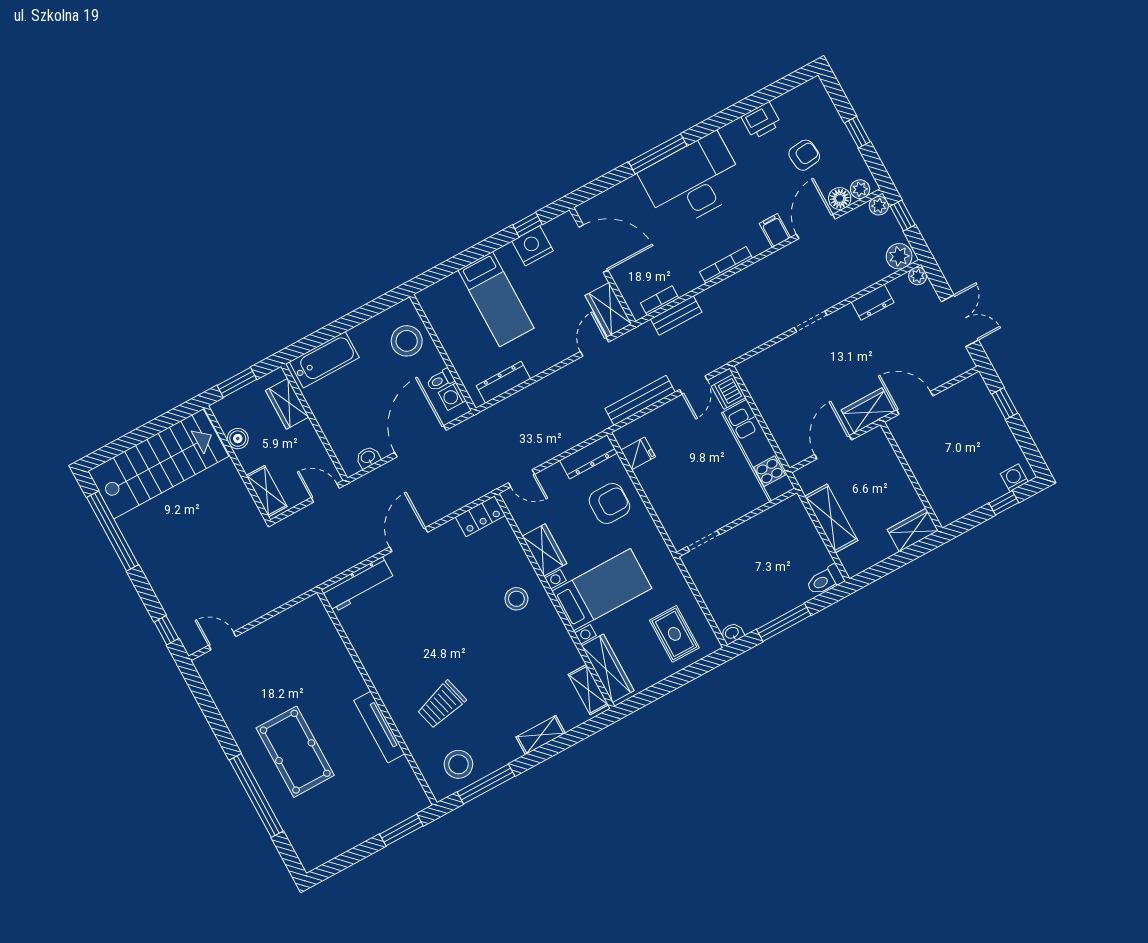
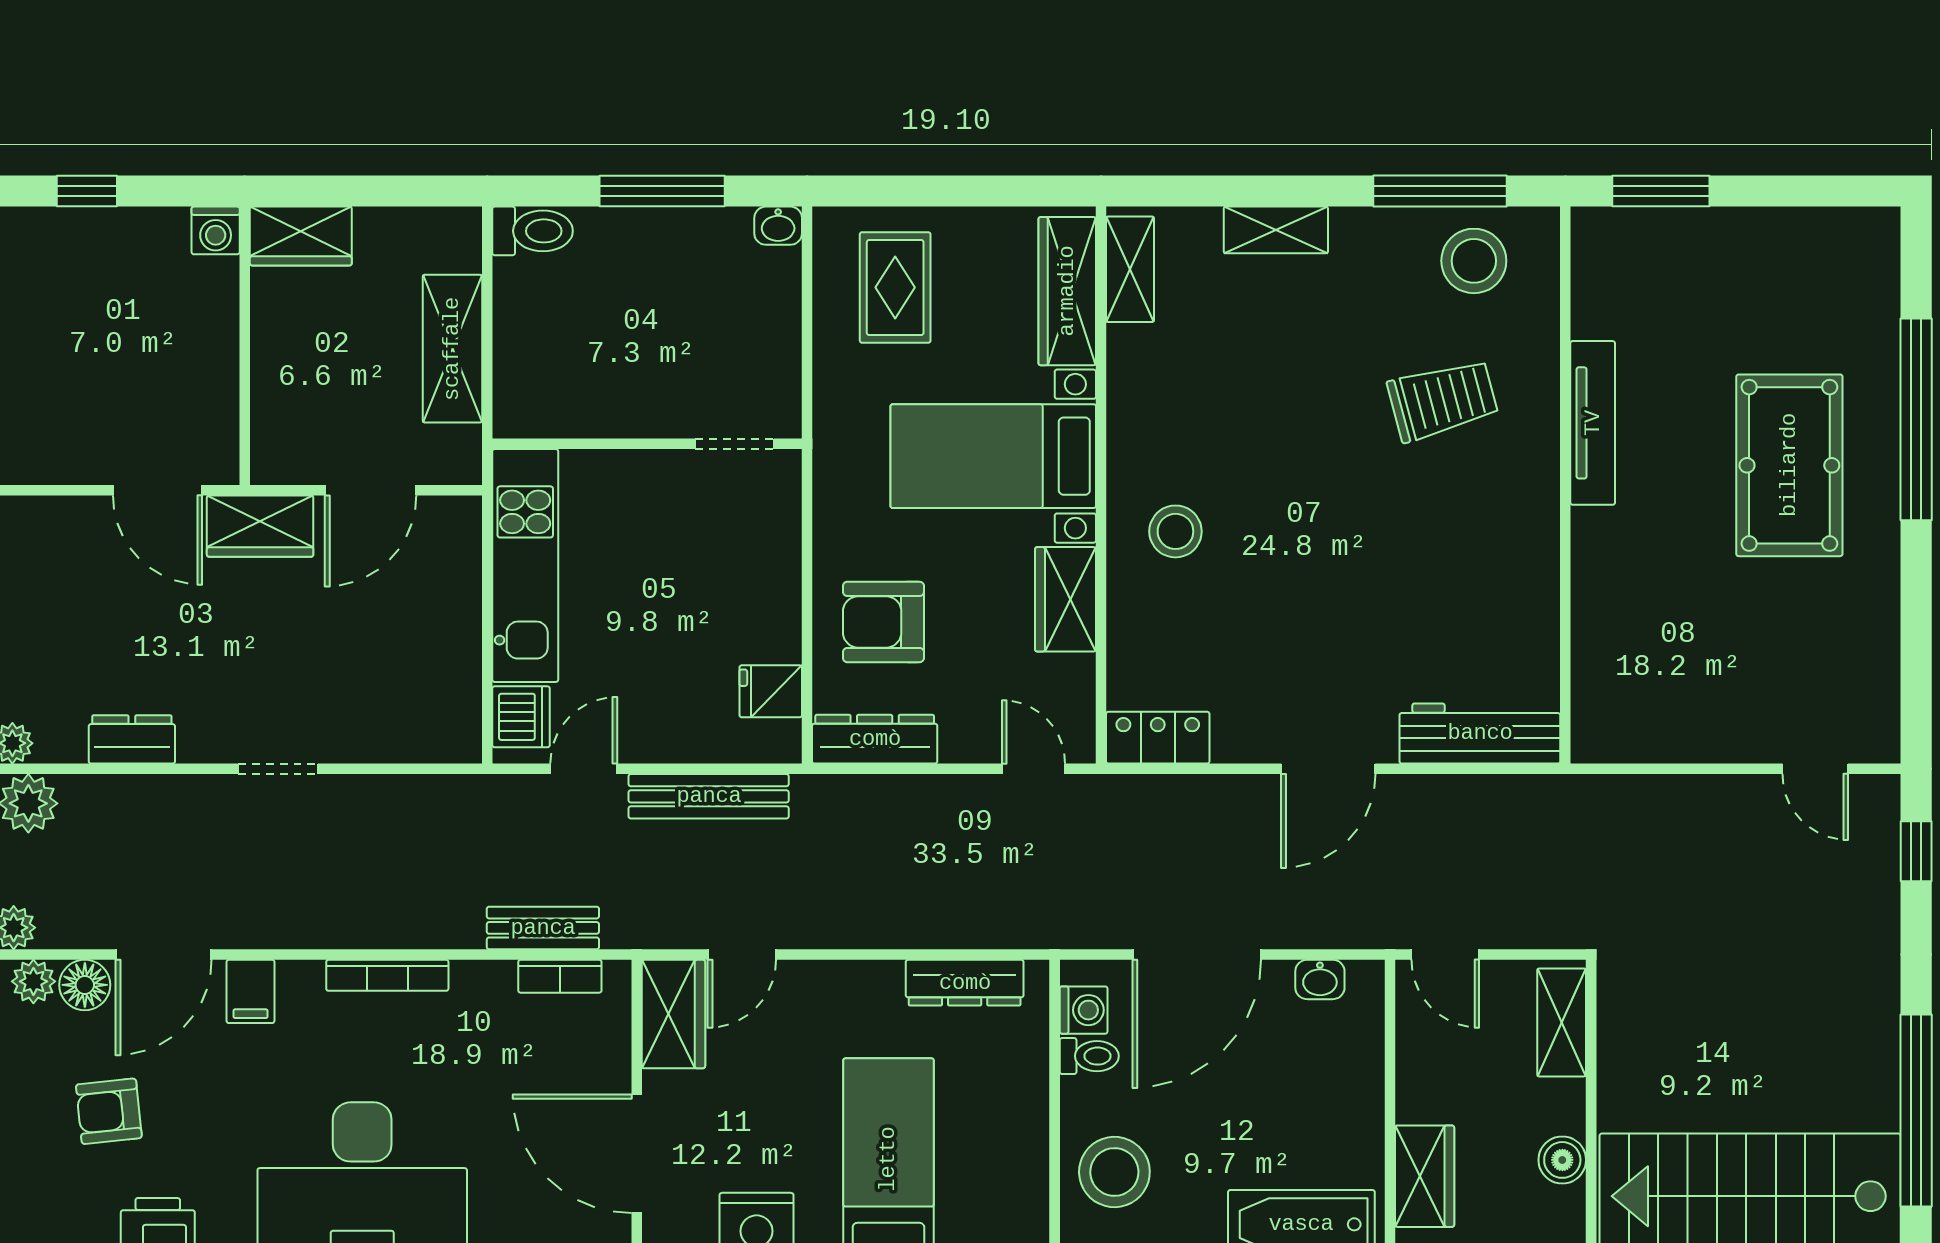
washing machine: (1014, 478) -> (216, 230), moved

